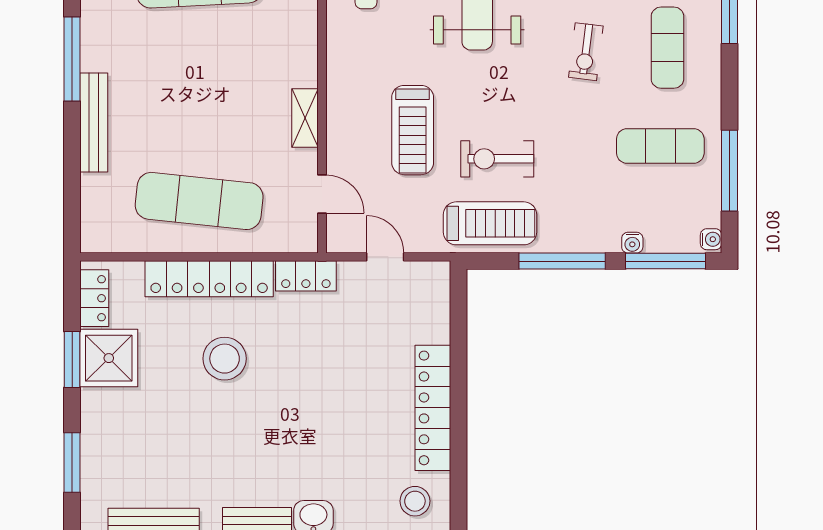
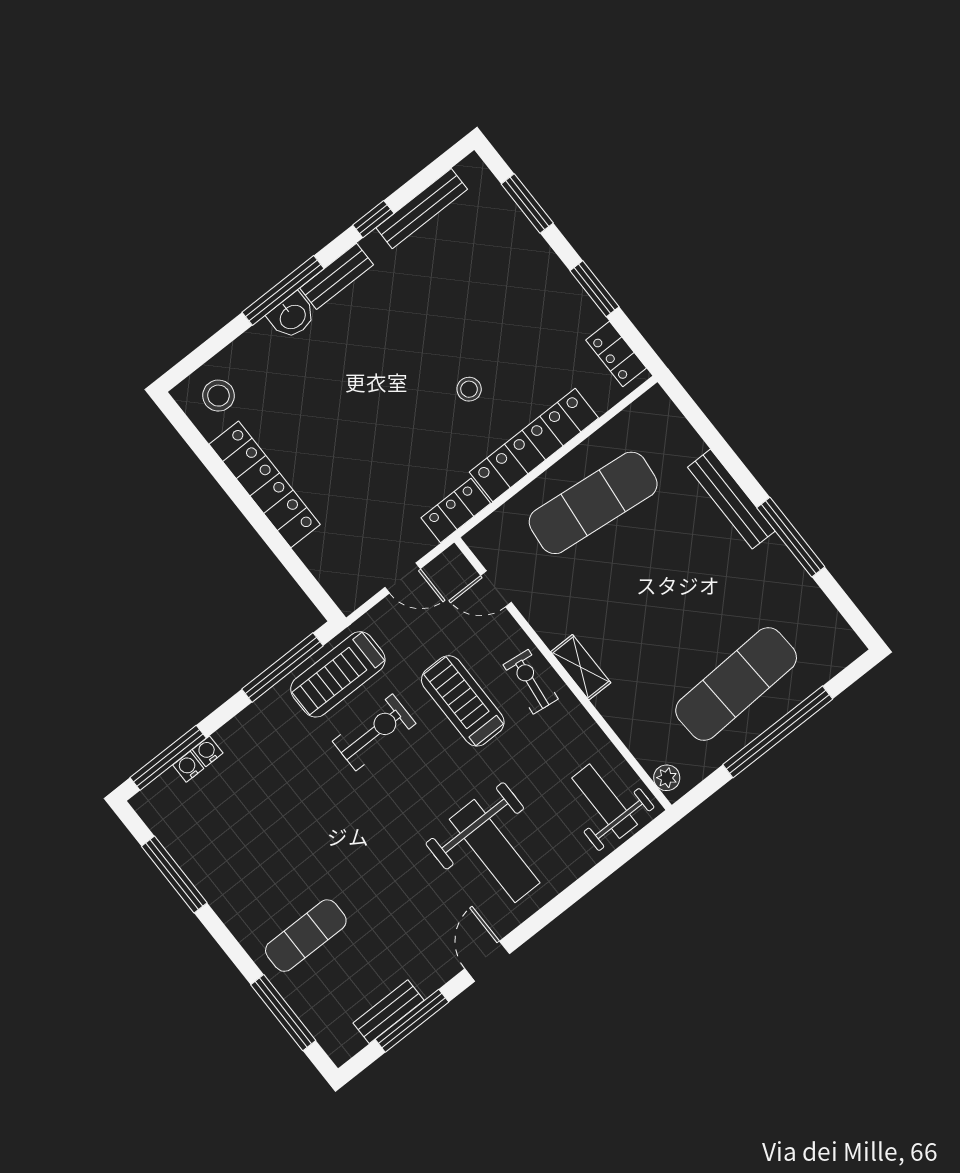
exercise mat: (667, 48) -> (306, 936), turned 90
exercise bike: (586, 52) -> (531, 682), moved
shelving: (305, 118) -> (581, 667), moved
exercise mat: (660, 146) -> (248, 850), removed
water cooler: (711, 239) -> (188, 767), moved, turned 90
window: (562, 261) -> (283, 667), moved
shower: (109, 358) -> (565, 314), removed
stool: (225, 359) -> (469, 389), width x0.53, depth x0.53

